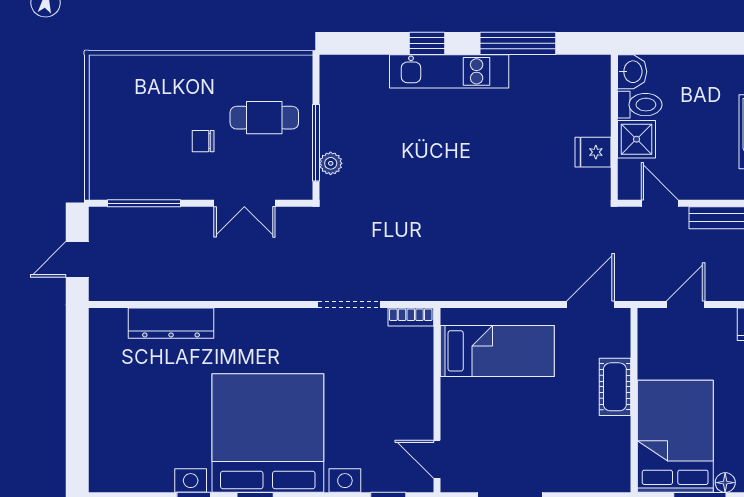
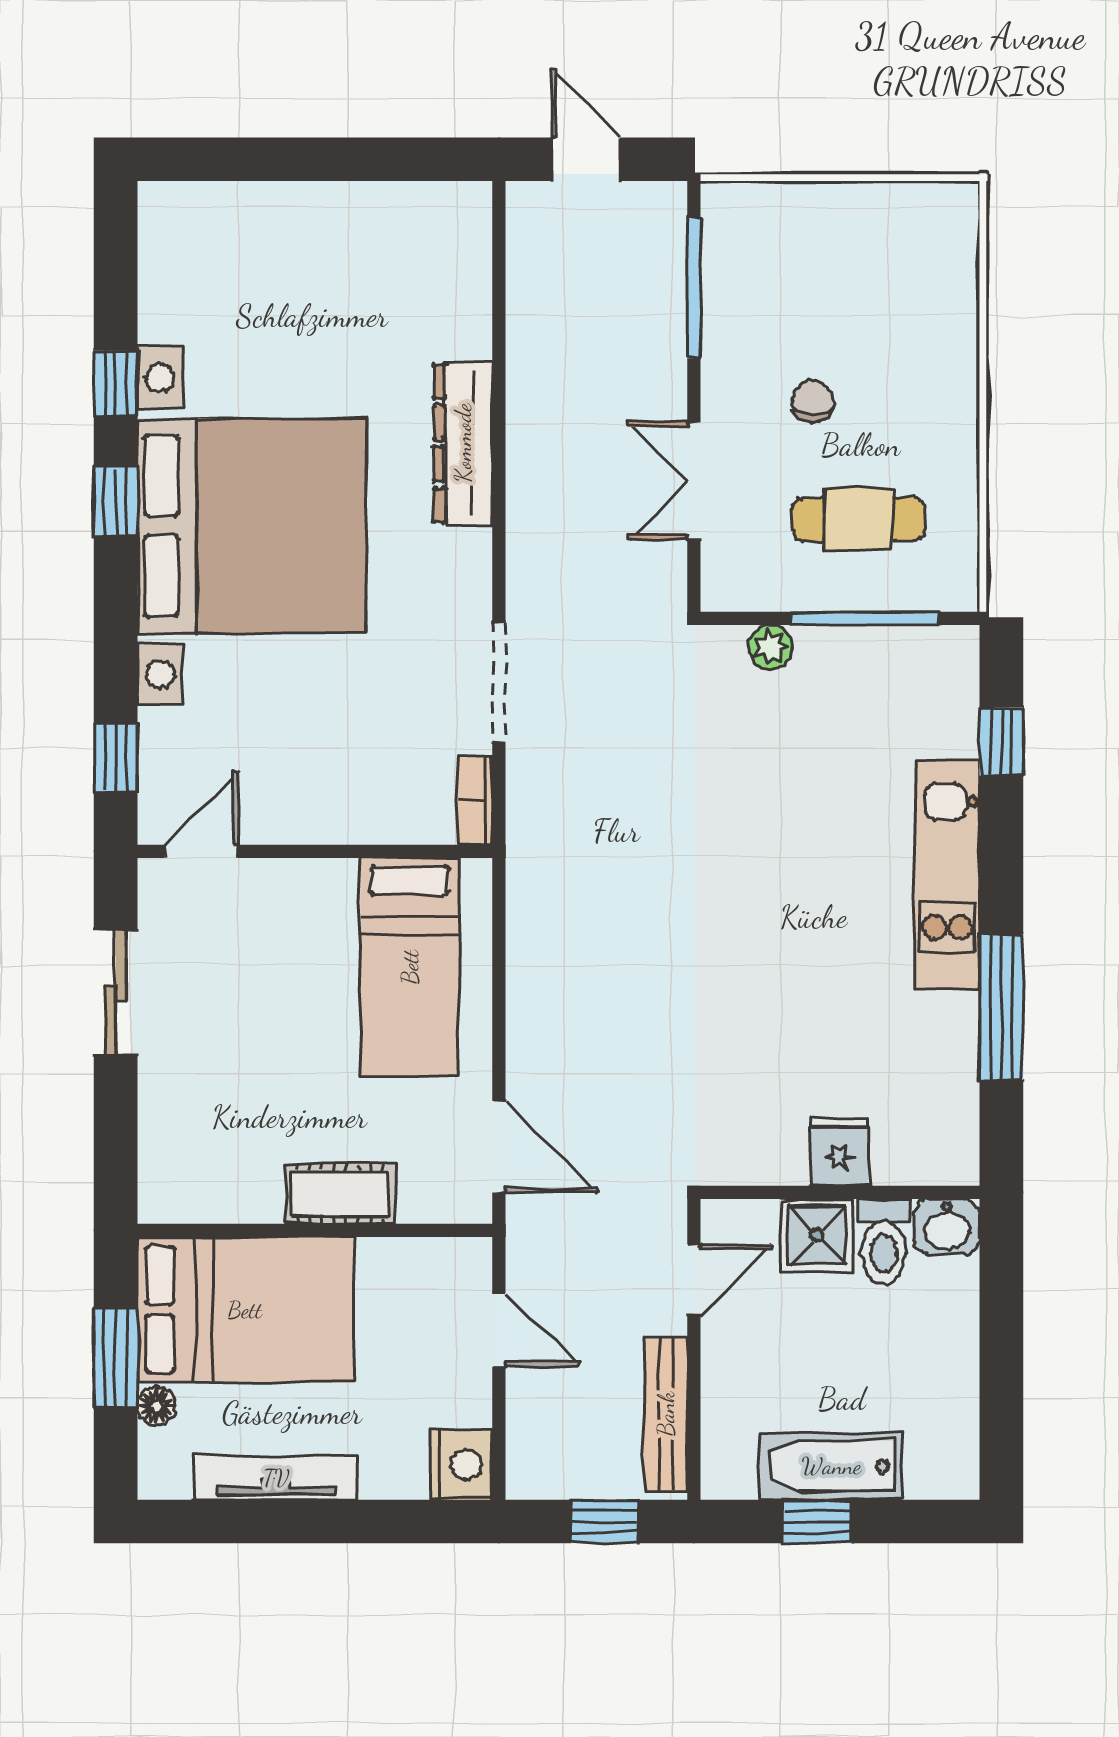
window: (427, 43) -> (1001, 741), moved
cafe table: (264, 118) -> (858, 519), turned 90
window: (316, 143) -> (864, 618), moved
fridge: (593, 152) -> (839, 1152), moved
dresser: (171, 323) -> (463, 443), moved

